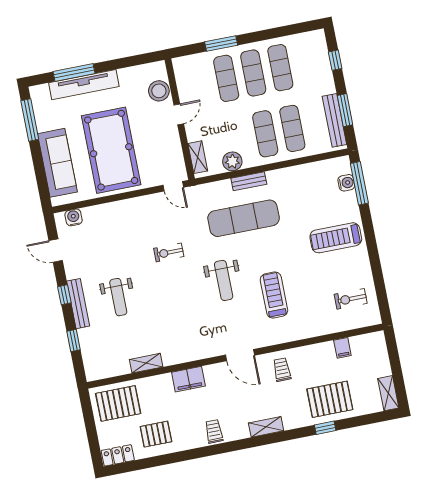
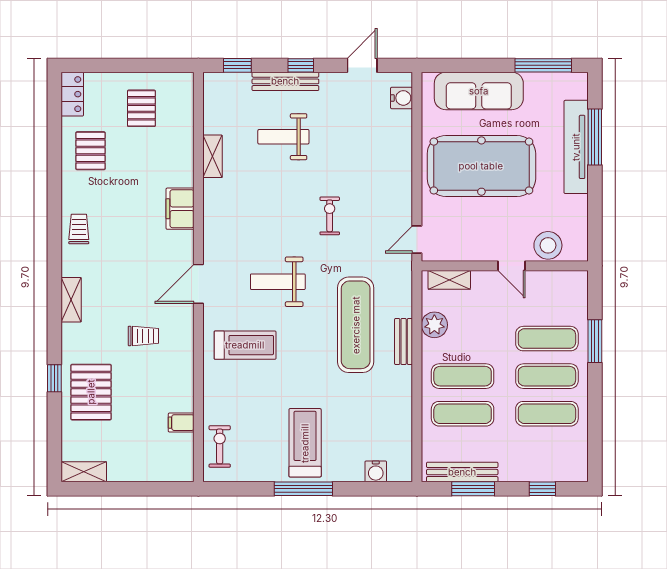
window: (359, 183) -> (303, 489), moved
filing cabinet: (342, 348) -> (181, 423), moved
door: (240, 355) -> (198, 284), moved
wall: (235, 356) -> (198, 277), moved
shelving: (146, 363) -> (213, 156), moved
filing cabinet: (188, 379) -> (180, 209), moved
pallet: (118, 403) -> (141, 108), width x0.67, depth x0.71
trolley: (214, 431) -> (79, 229), turned -90

